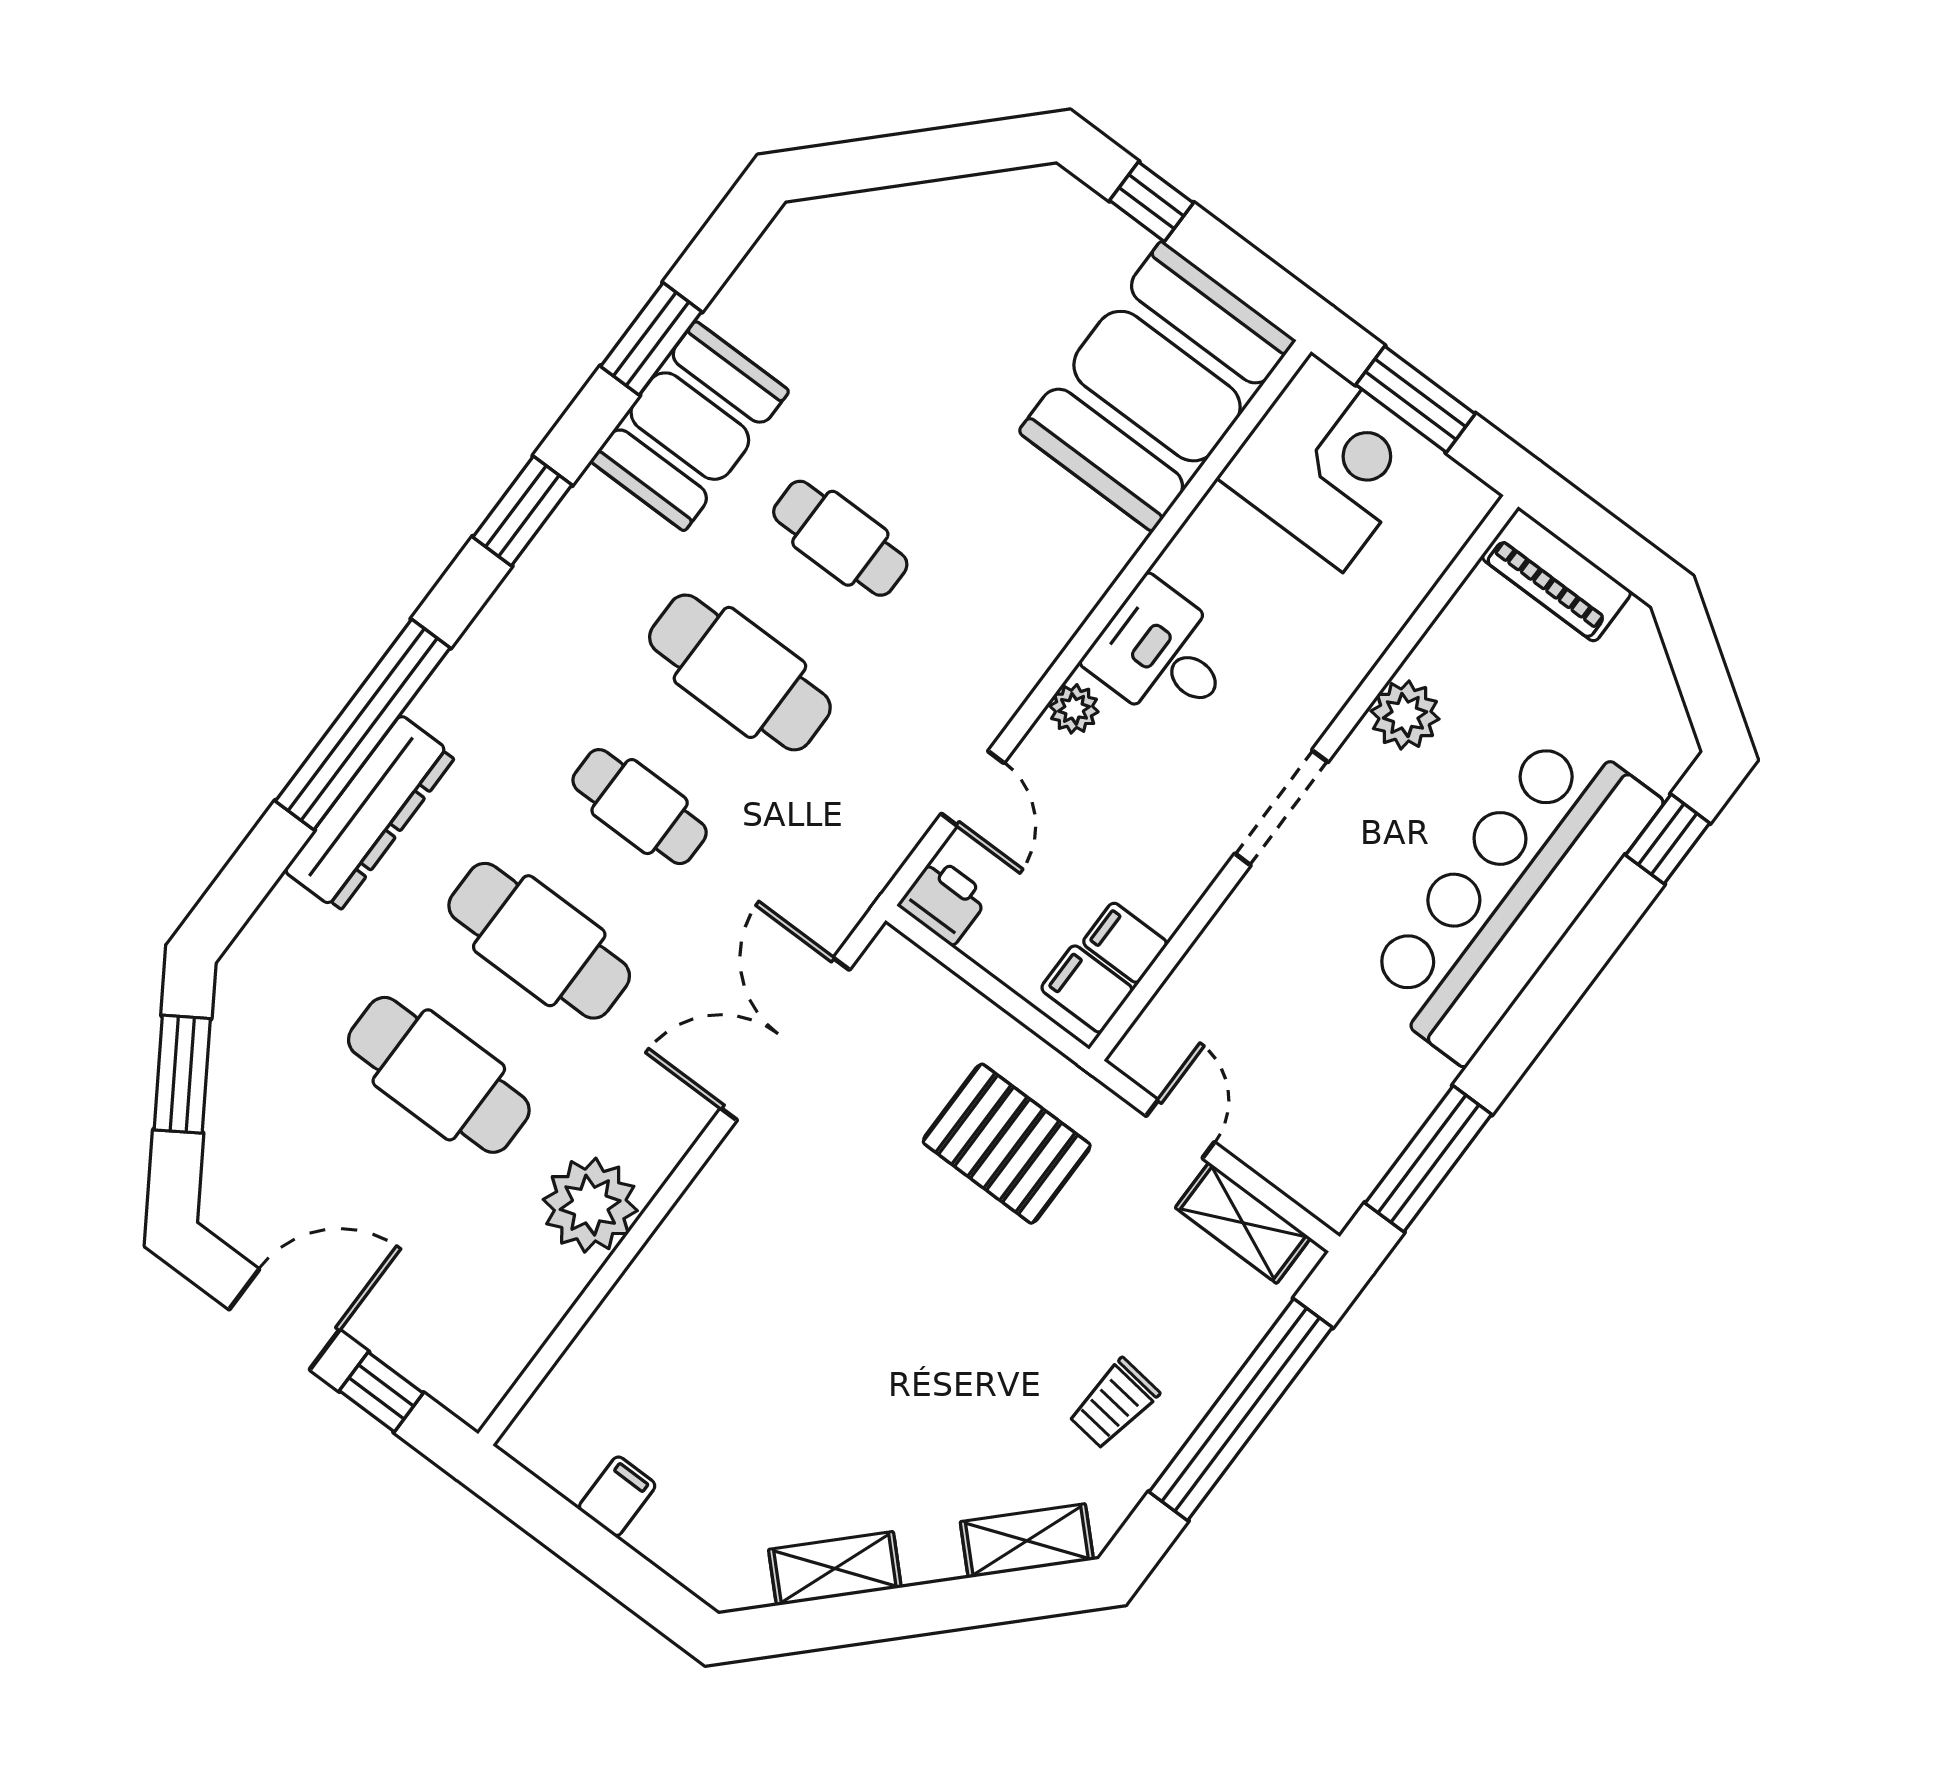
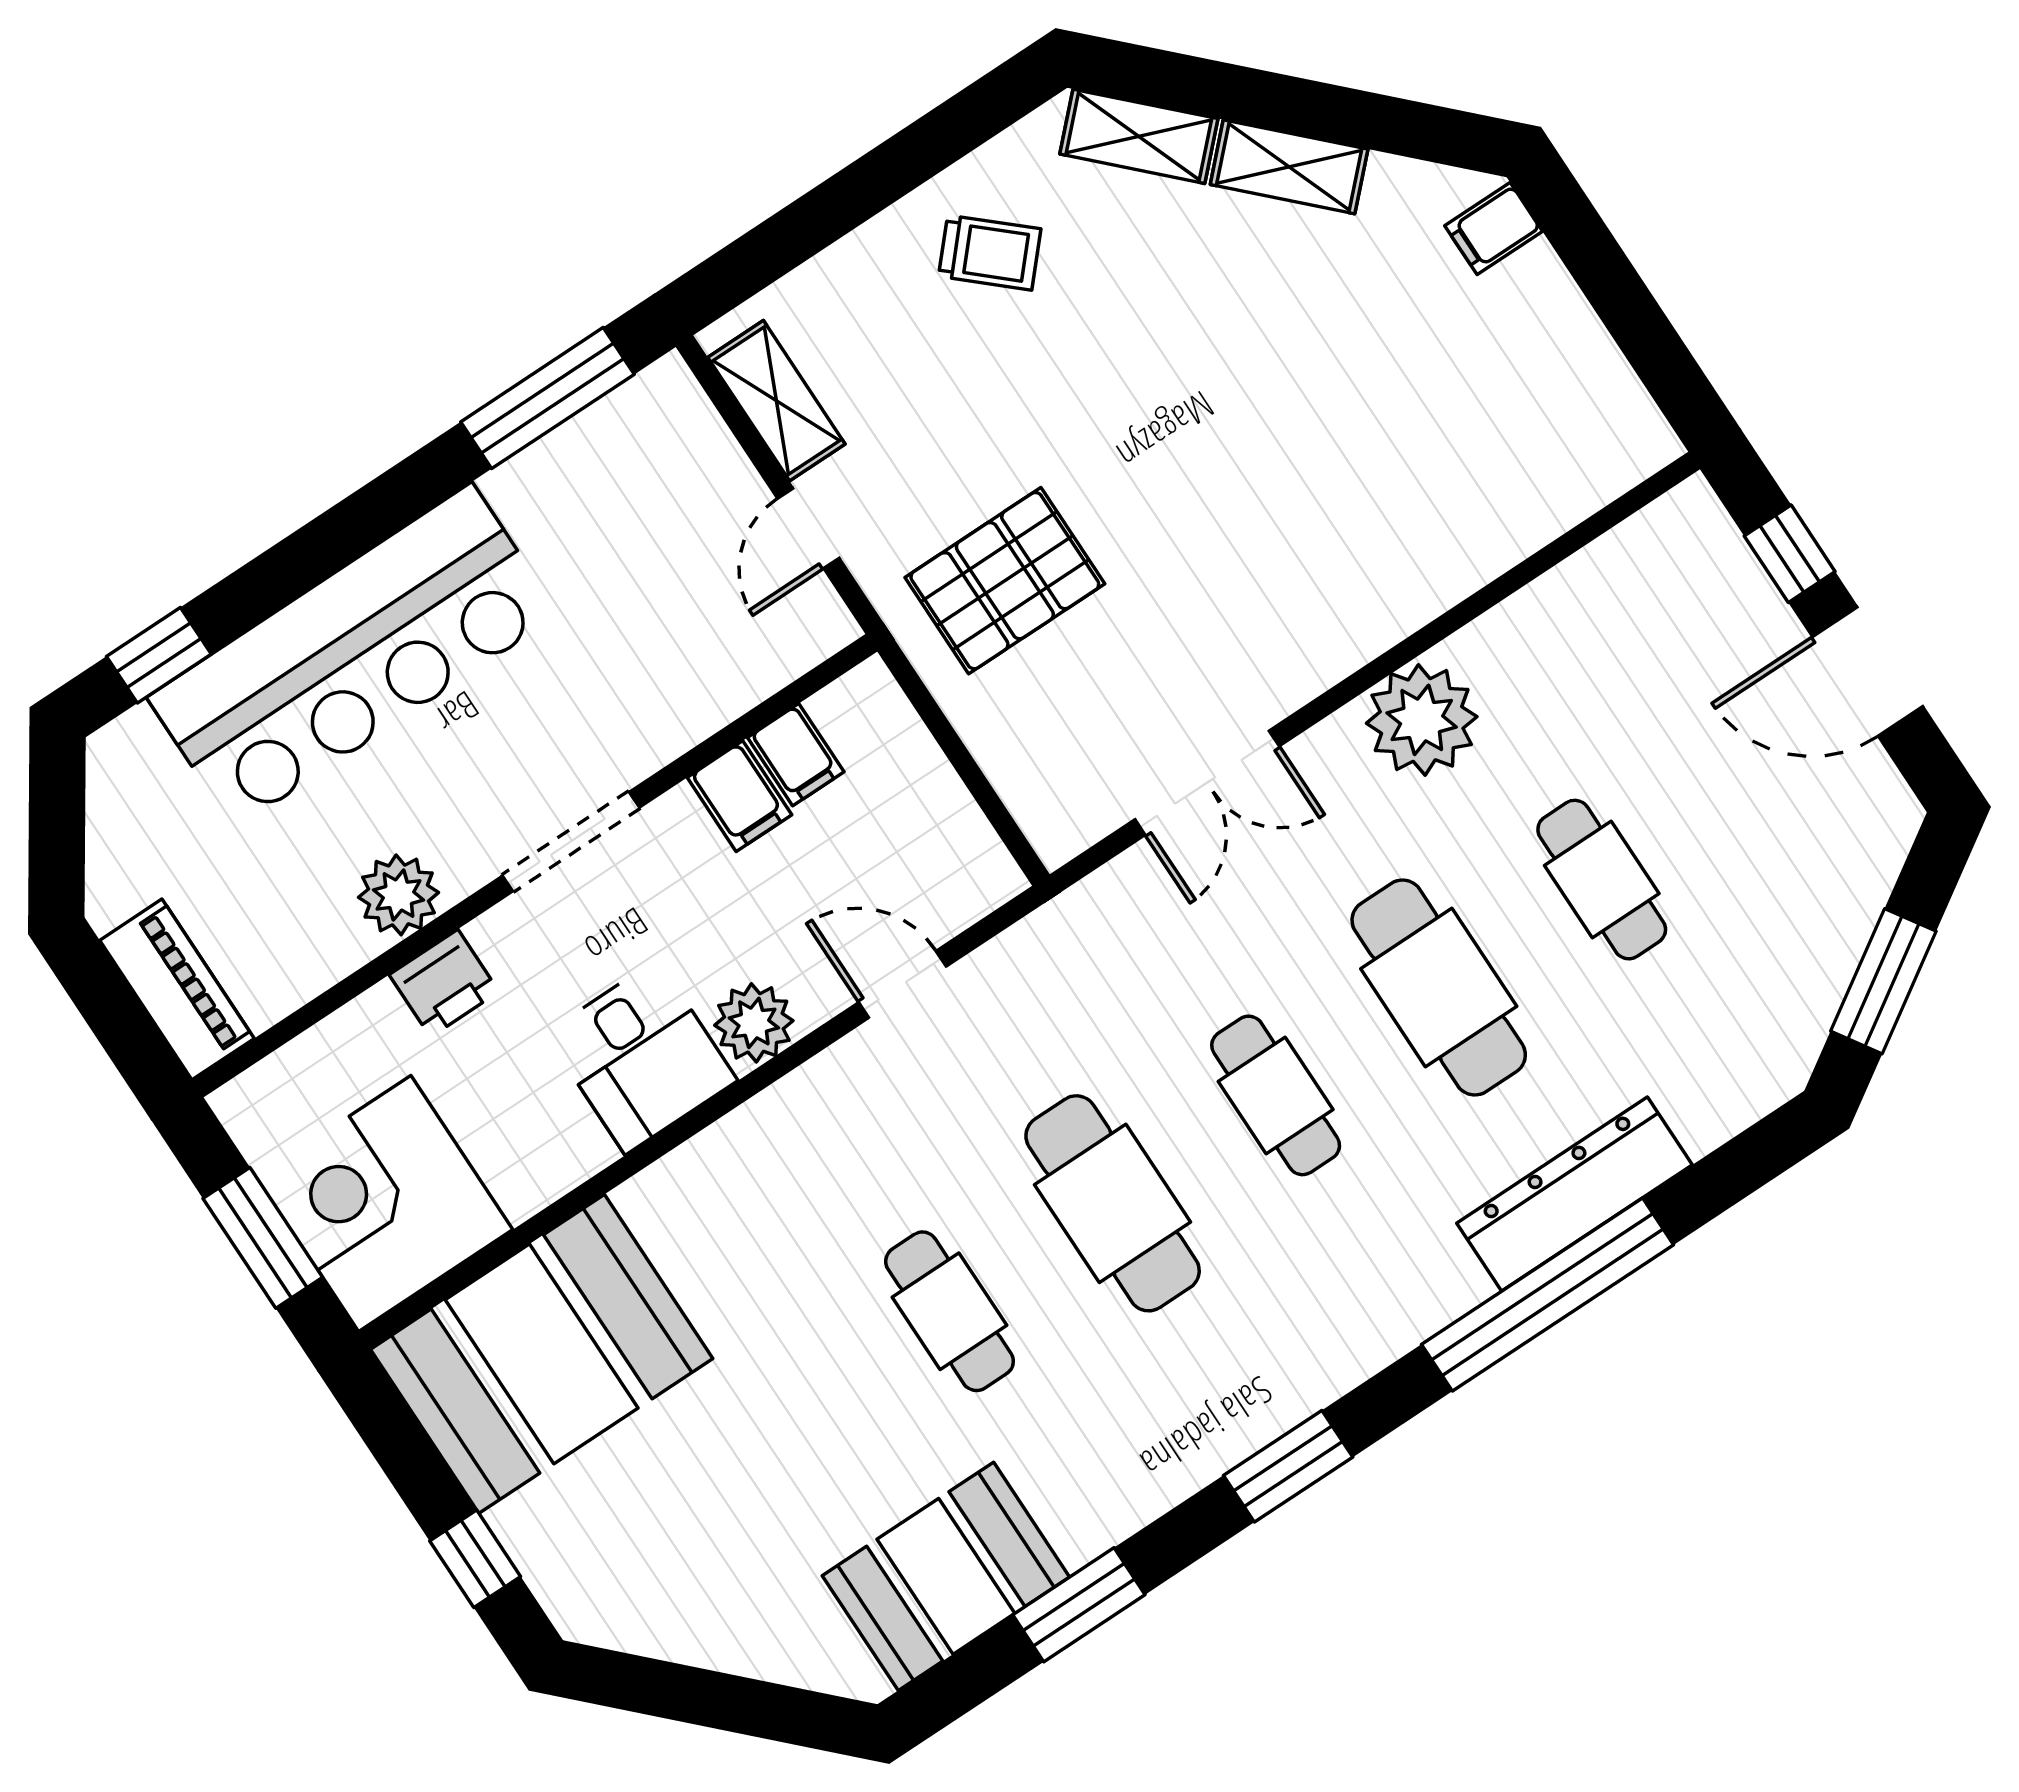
booth: (690, 426) -> (946, 1576), moved
plant: (1074, 709) -> (754, 1023), width x1.38, depth x1.38
door: (973, 788) -> (902, 984), hinge flipped
printer: (944, 901) -> (444, 983), moved, turned -90
filing cabinet: (1087, 989) -> (739, 796), moved
double door: (785, 1039) -> (1207, 783), width x0.73
cafe table: (439, 1075) -> (1602, 880), width x0.73, depth x0.74
pallet: (1007, 1144) -> (1005, 581), turned 90
plant: (590, 1205) -> (1422, 720), moved
trolley: (1114, 1404) -> (990, 253), turned 35
window: (1241, 1410) -> (852, 196), removed
filing cabinet: (617, 1496) -> (1494, 229), moved
shelving: (835, 1569) -> (1289, 167), moved

